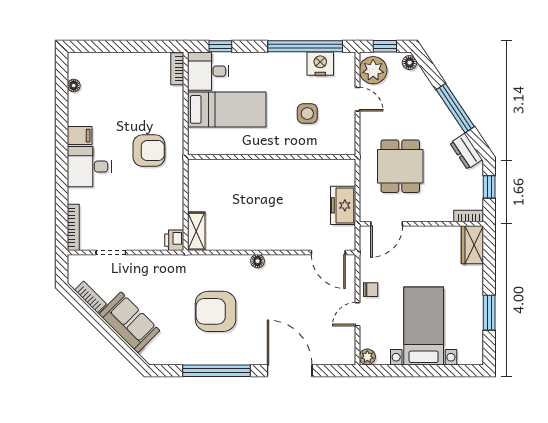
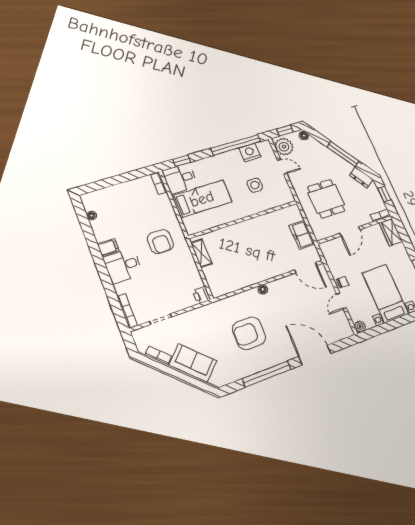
armchair: (149, 151) -> (160, 242), turned 90
door: (387, 224) -> (350, 231), moved
shelving: (196, 231) -> (201, 253), moved

